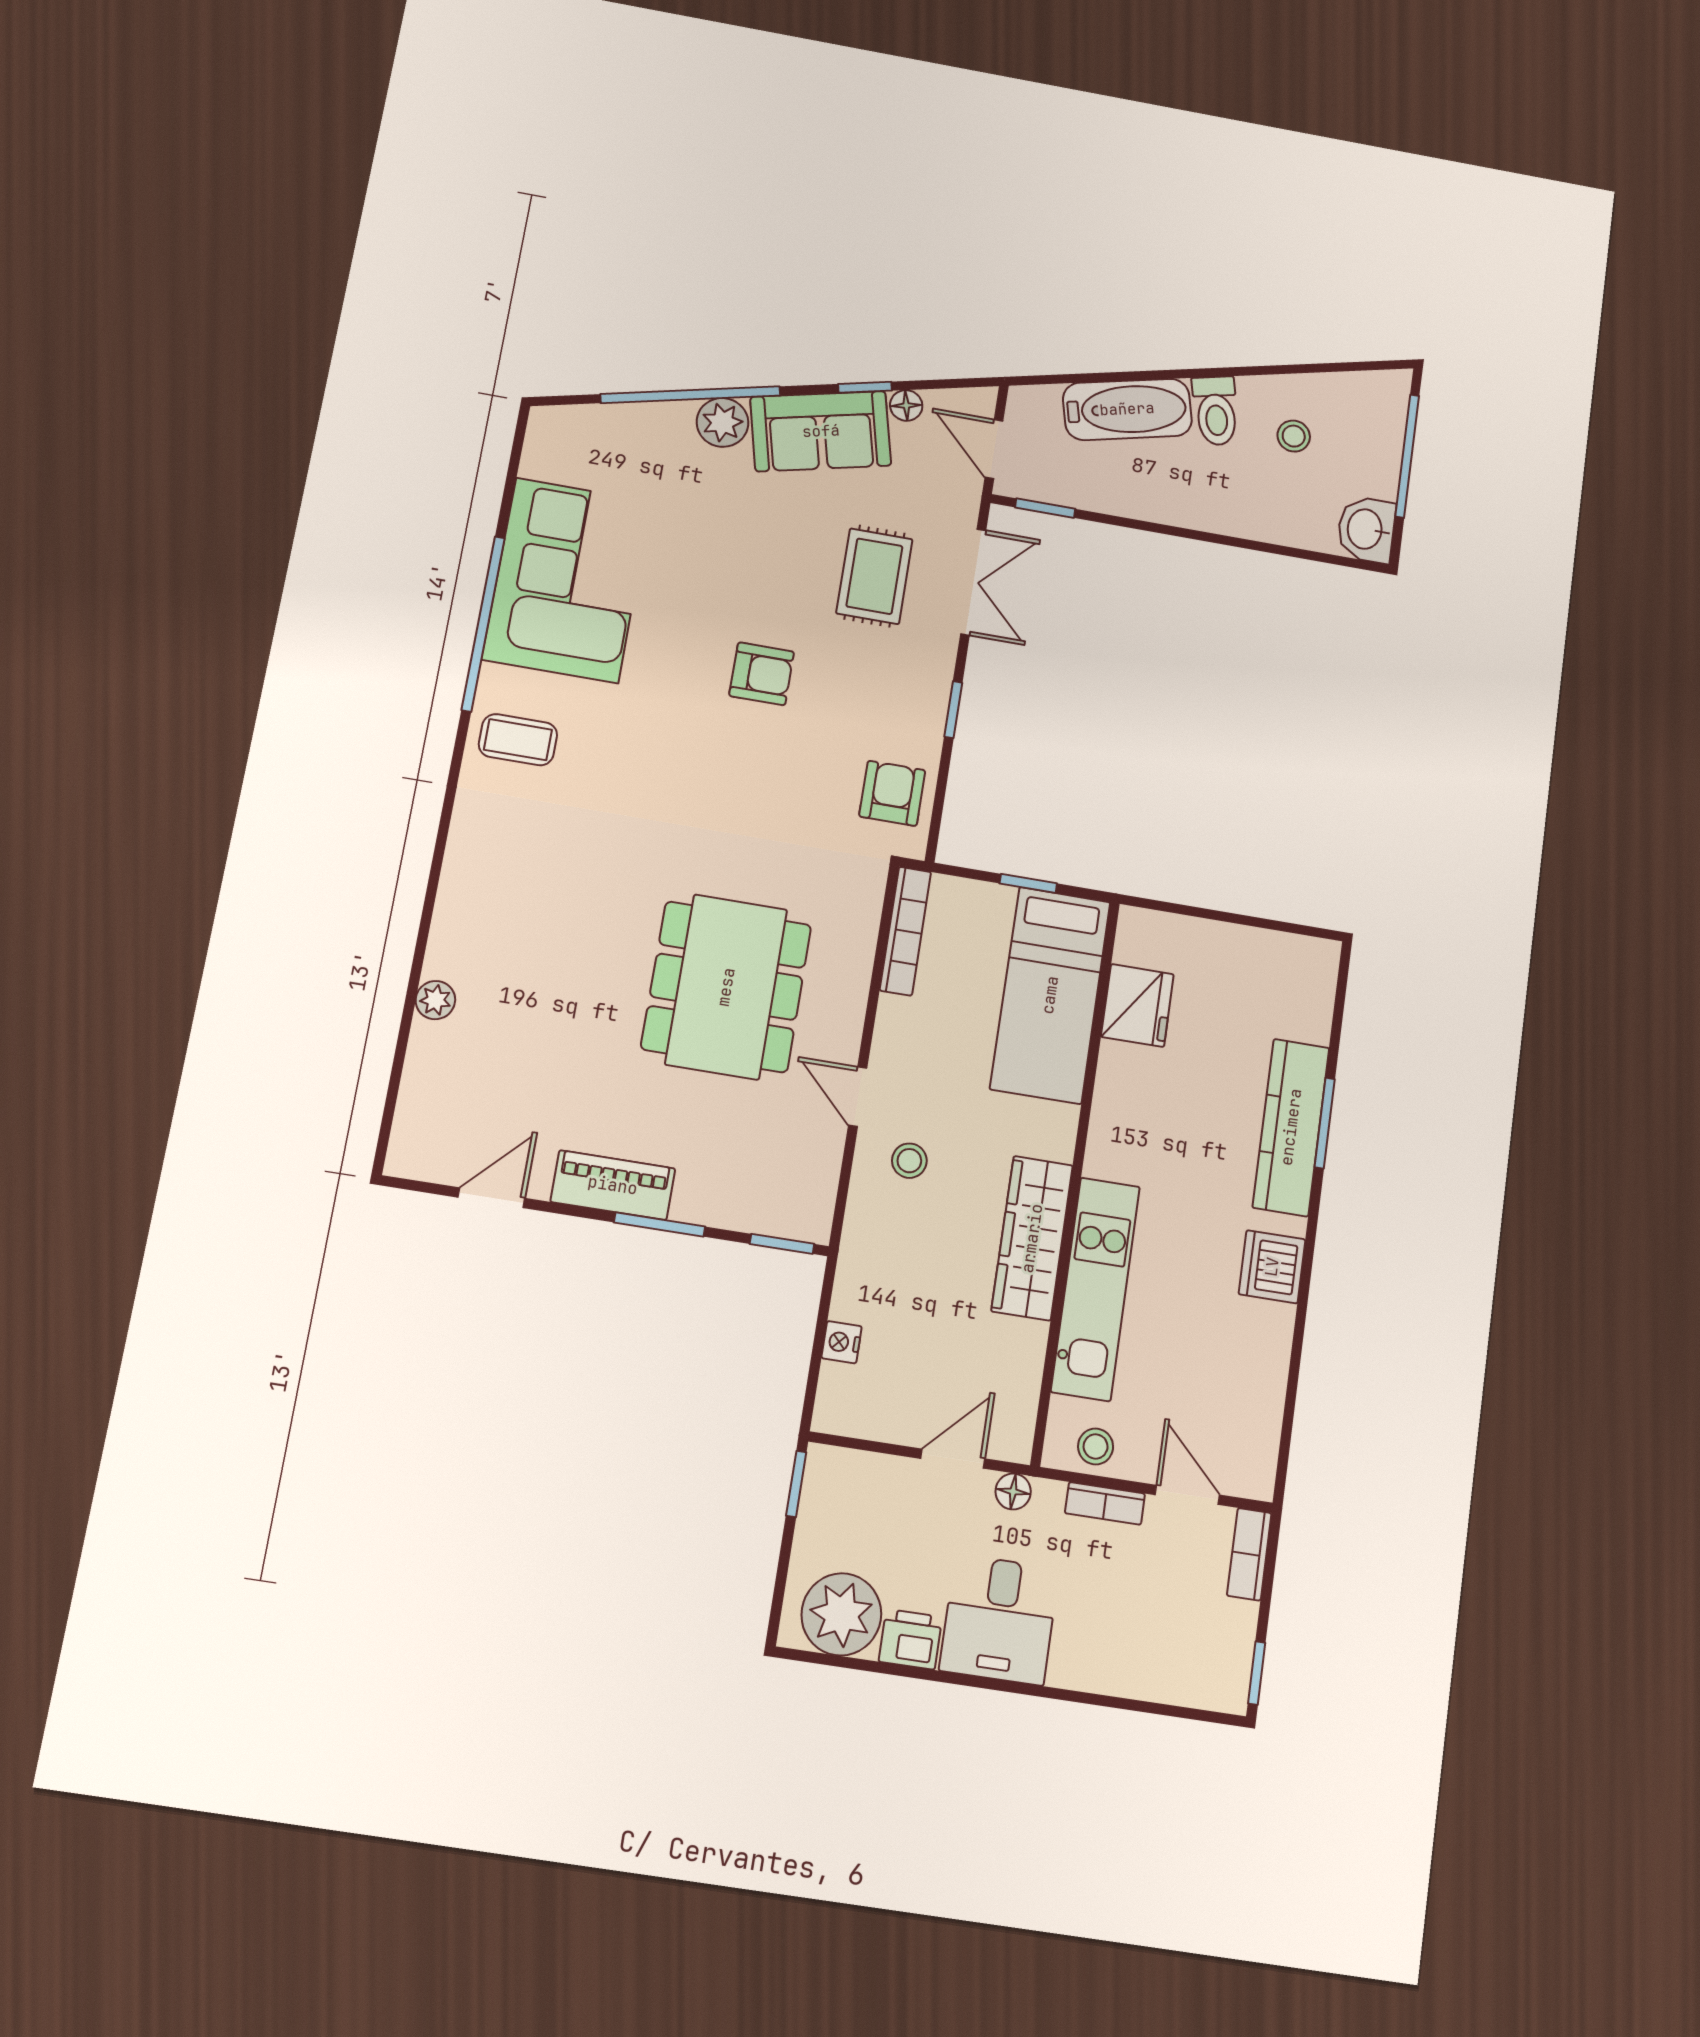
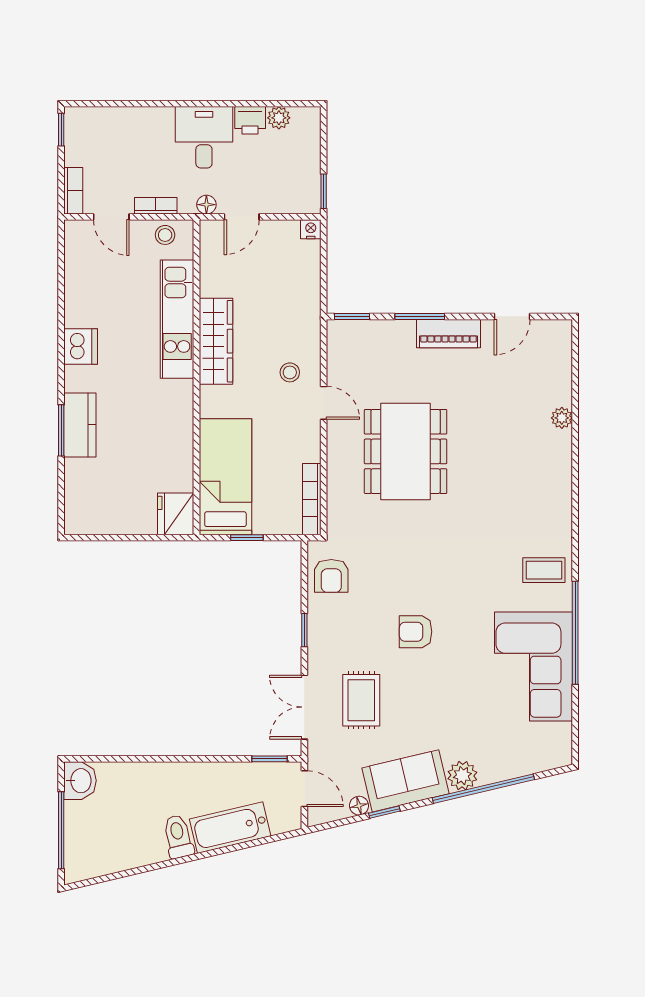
stool: (1294, 436) -> (130, 830), removed
fridge: (1137, 1005) -> (176, 514), moved
kitchen counter: (1291, 1127) -> (80, 425), width x0.67
nightstand: (842, 1342) -> (311, 229), moved, turned -90
plant: (841, 1614) -> (279, 118), width x0.53, depth x0.53

